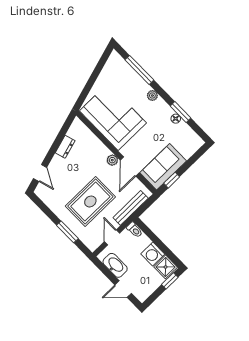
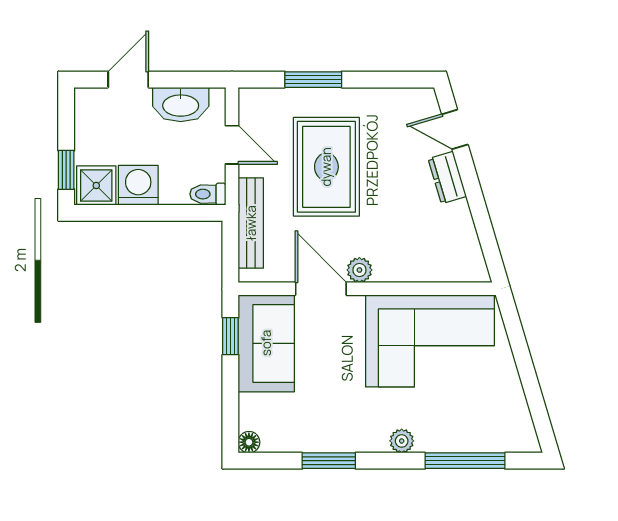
floor lamp: (176, 119) -> (249, 442), moved
dresser: (65, 147) -> (447, 178), moved

